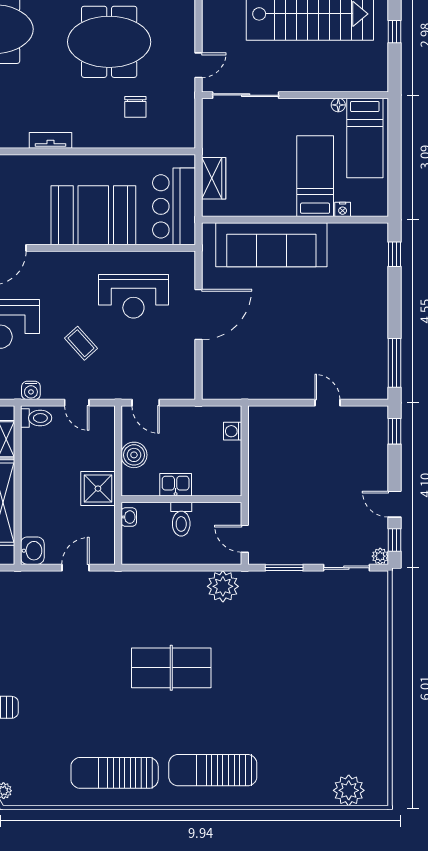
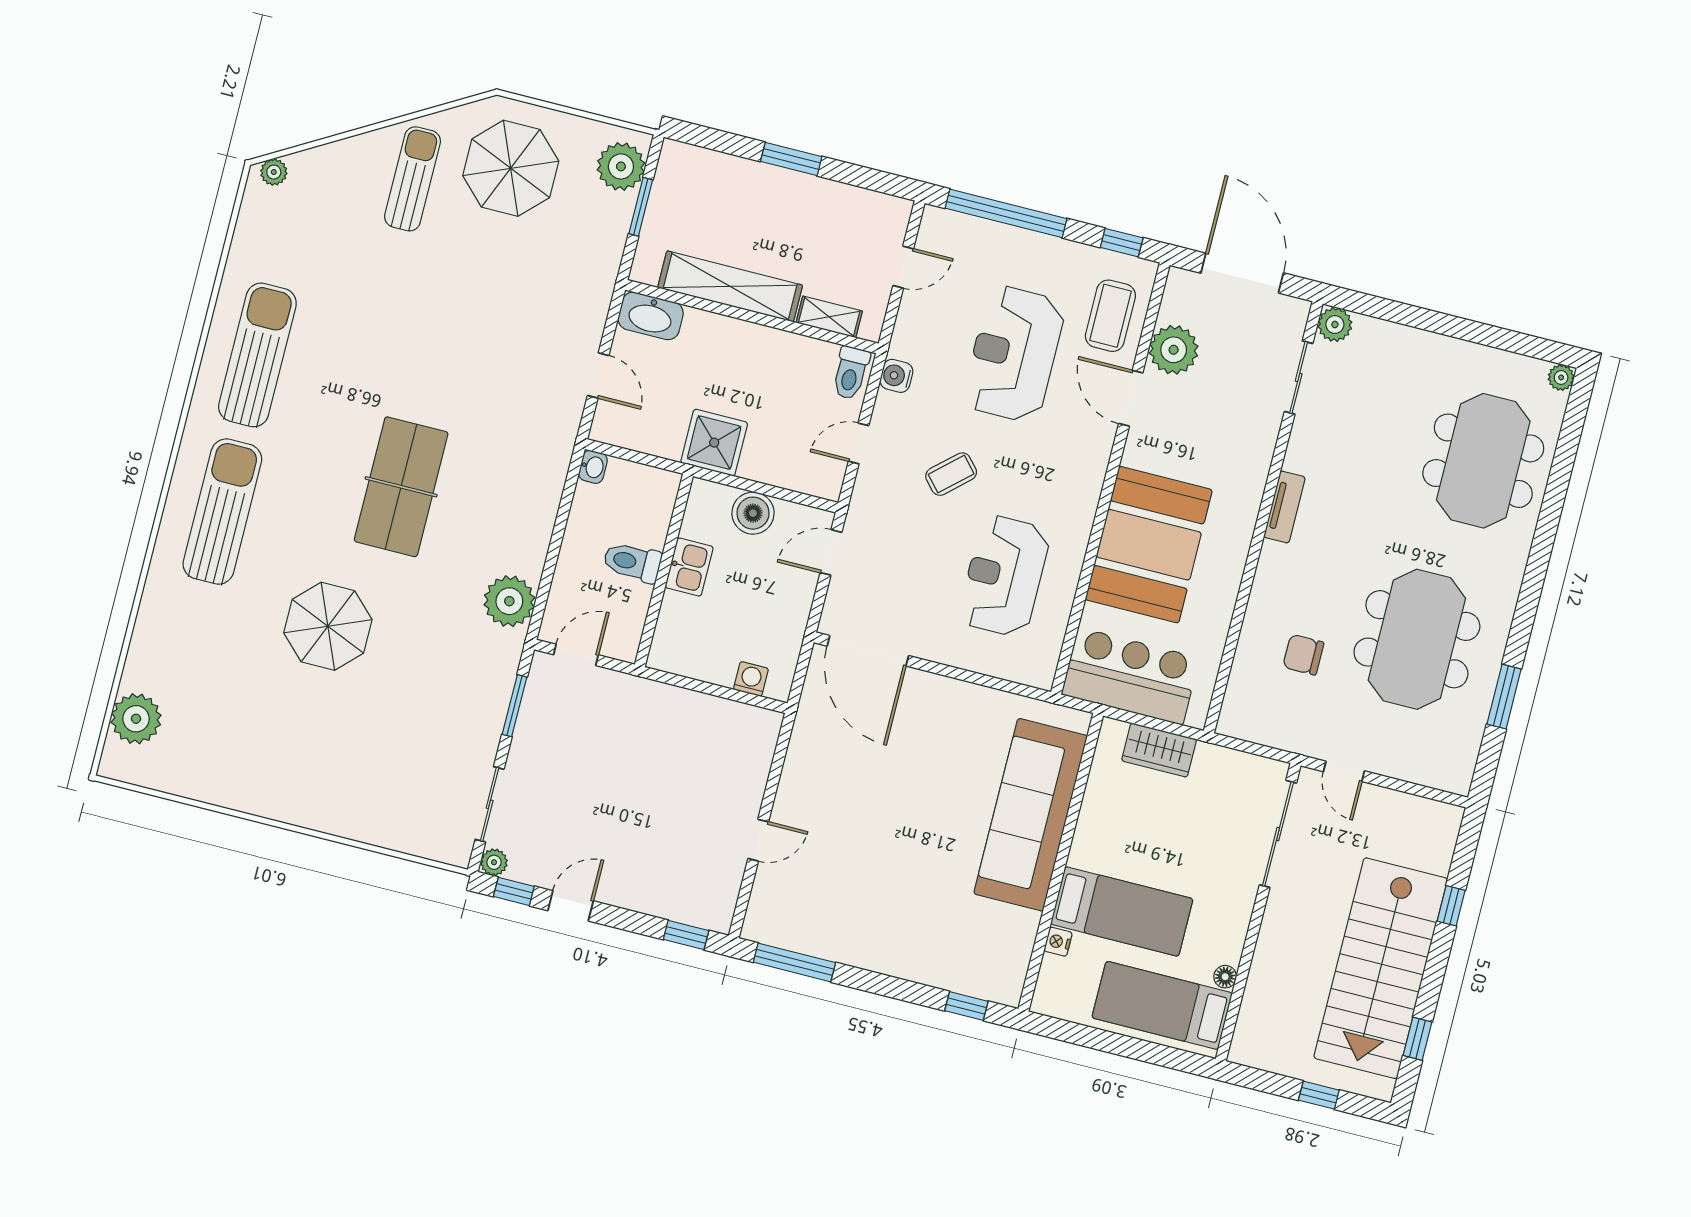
door: (198, 314) -> (868, 651), moved
washbasin: (129, 517) -> (593, 467), moved, turned -90
washbasin: (32, 551) -> (651, 316), width x1.38
parasol: (265, 690) -> (328, 626), added

